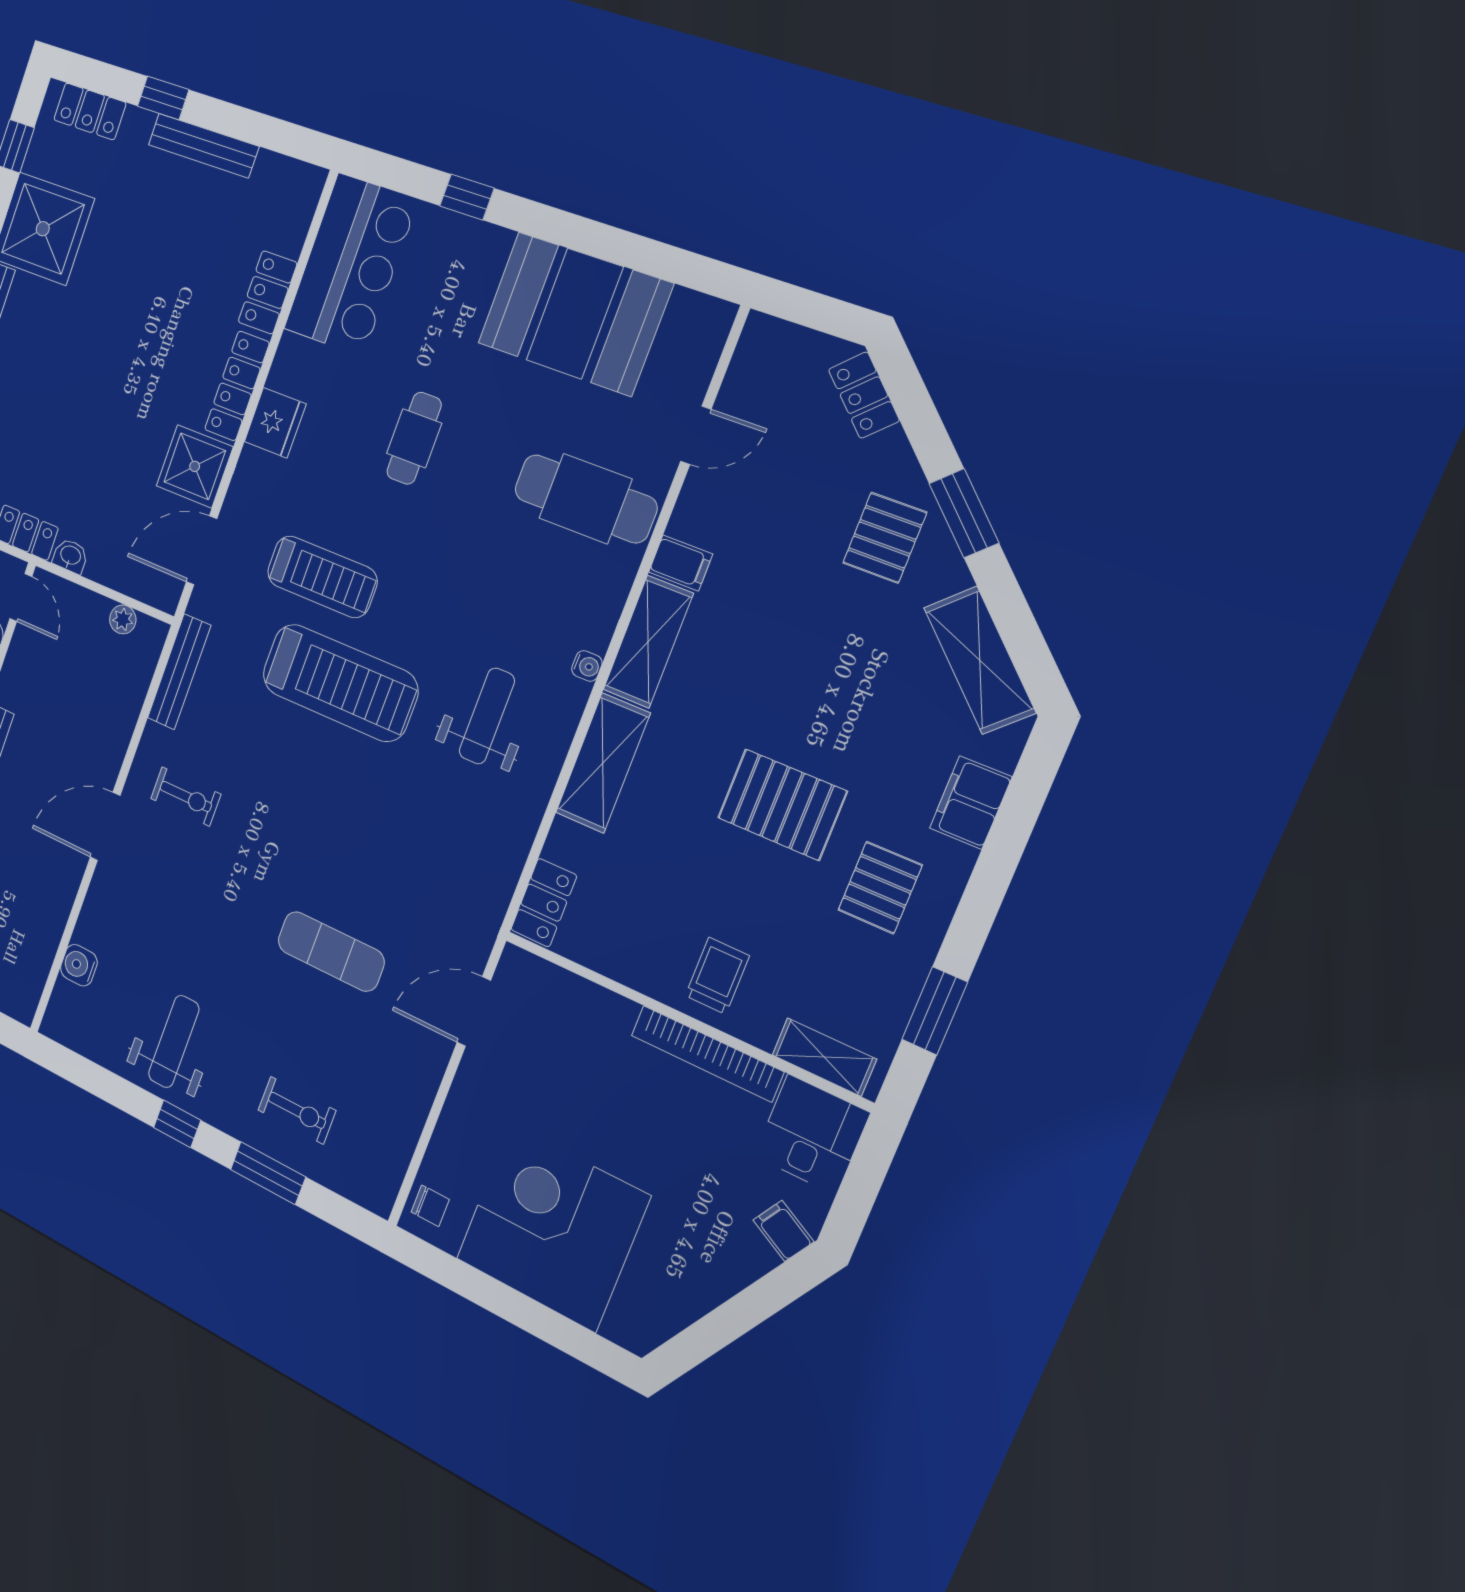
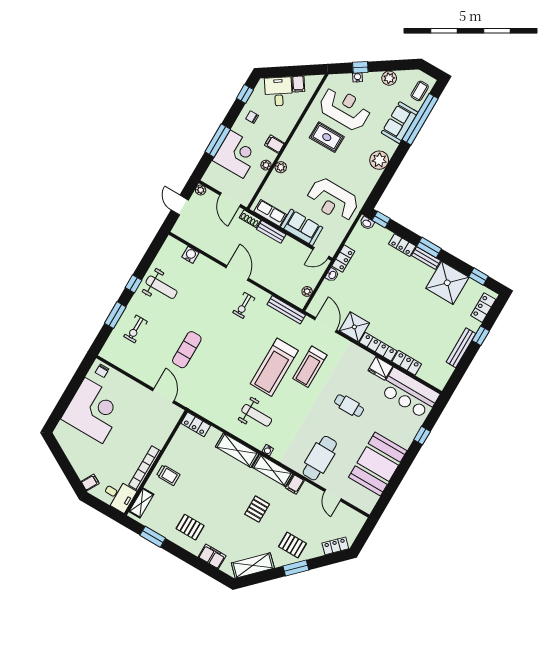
fridge: (275, 423) -> (380, 368), moved
pallet: (782, 805) -> (257, 509), moved, width x0.67, depth x0.71

